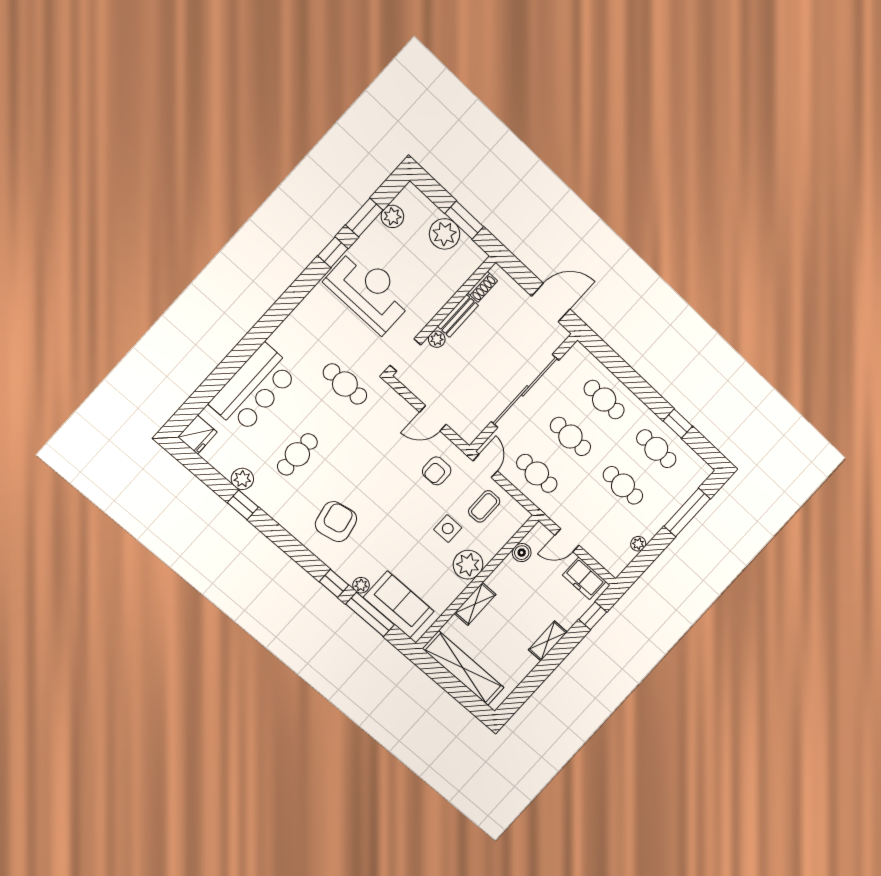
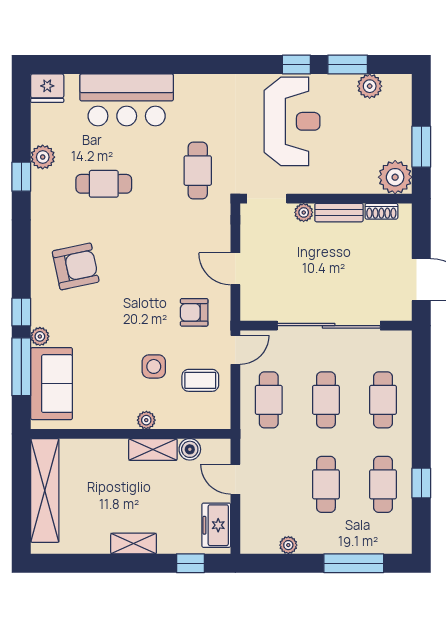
plant: (445, 234) -> (395, 177), moved
plant: (468, 565) -> (146, 420), width x0.53, depth x0.53
shelving: (475, 604) -> (153, 449), moved

